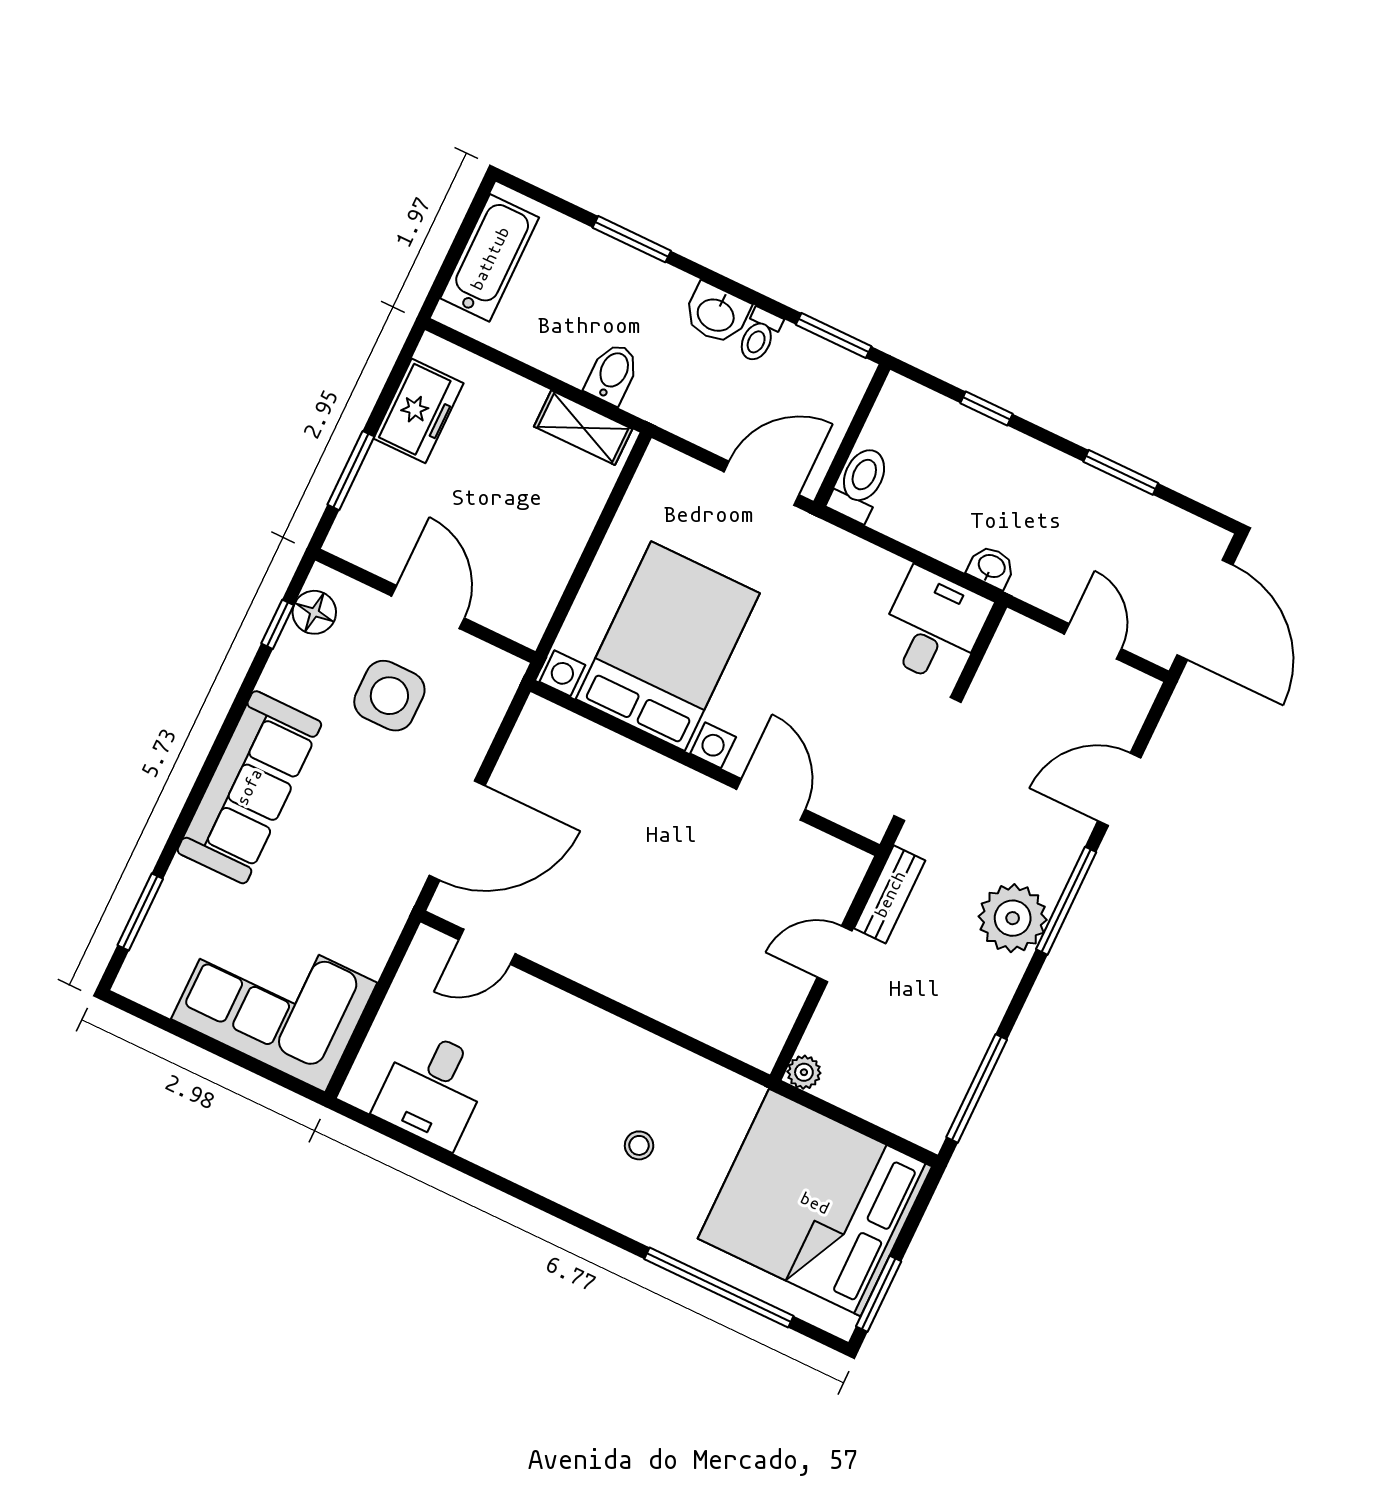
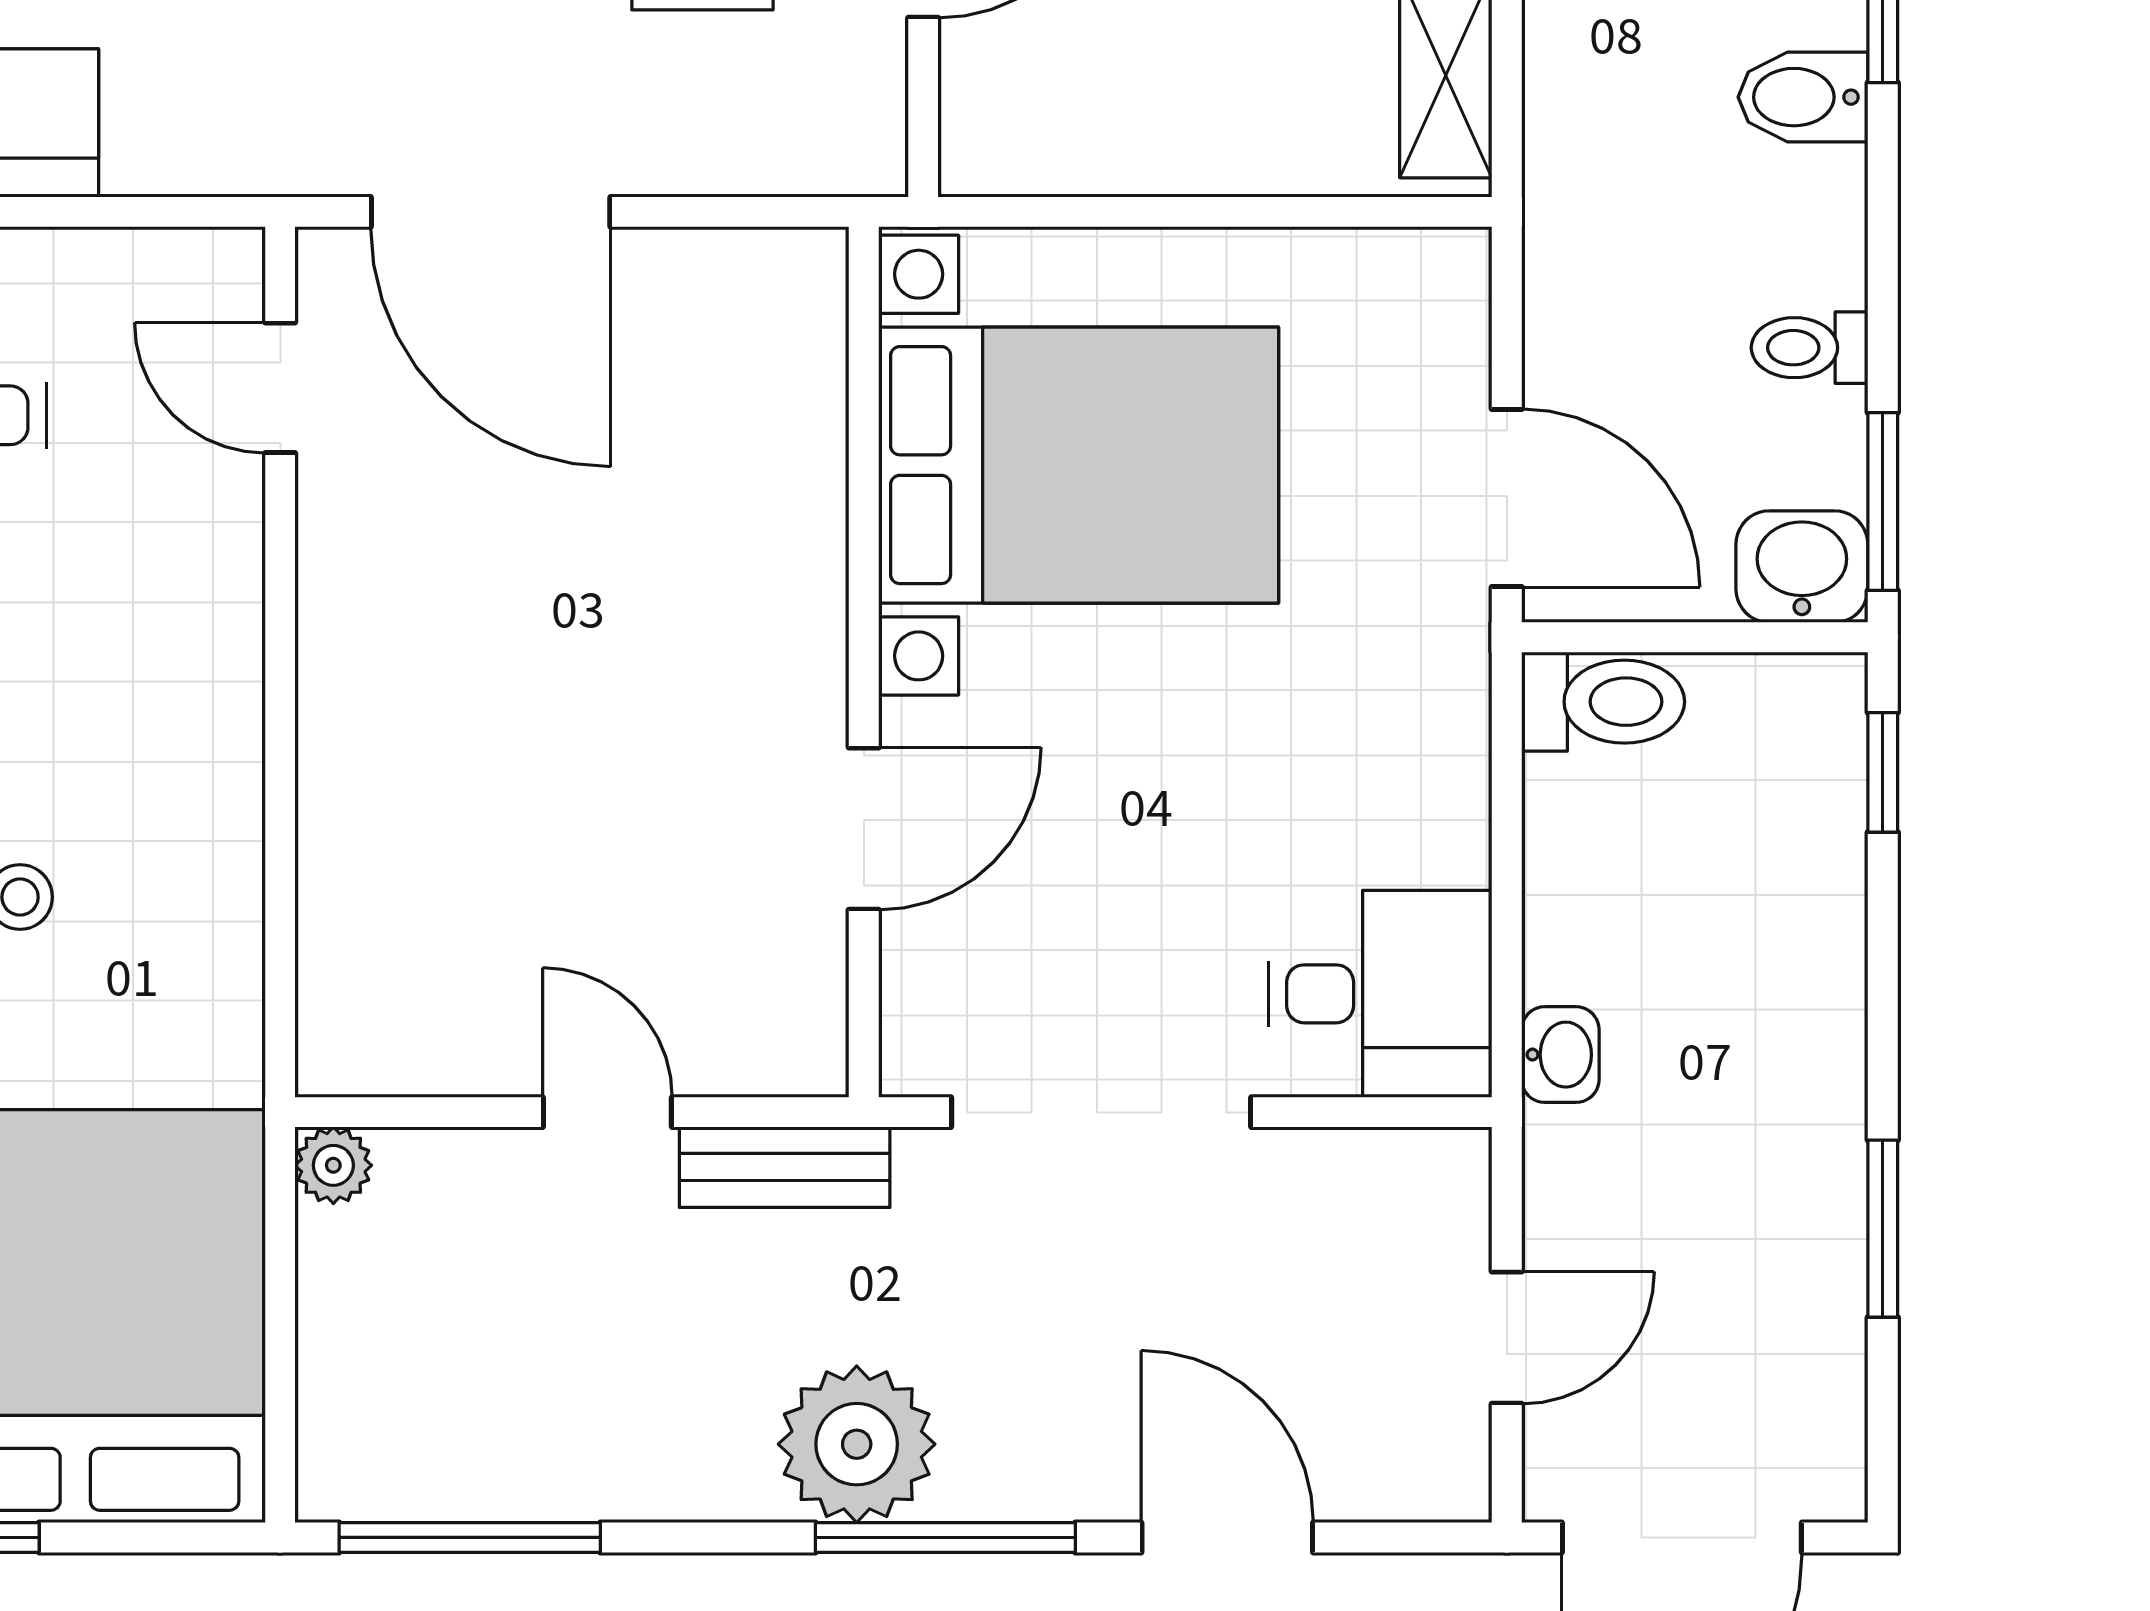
washbasin: (716, 314) -> (1802, 567), moved, turned 90
bidet: (612, 374) -> (1803, 97), moved, turned 180
window: (987, 408) -> (1883, 772), moved

